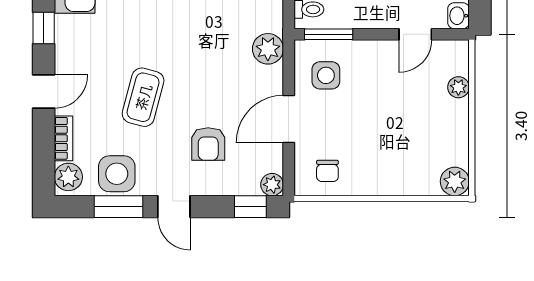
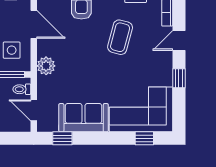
door: (289, 119) -> (34, 24), hinge flipped

